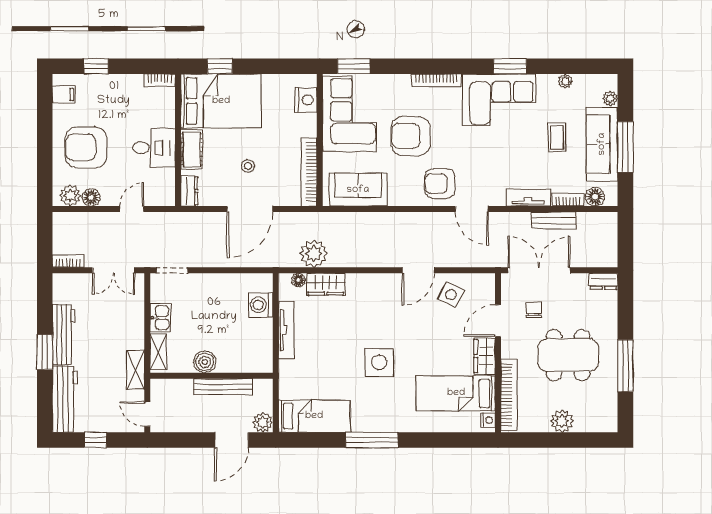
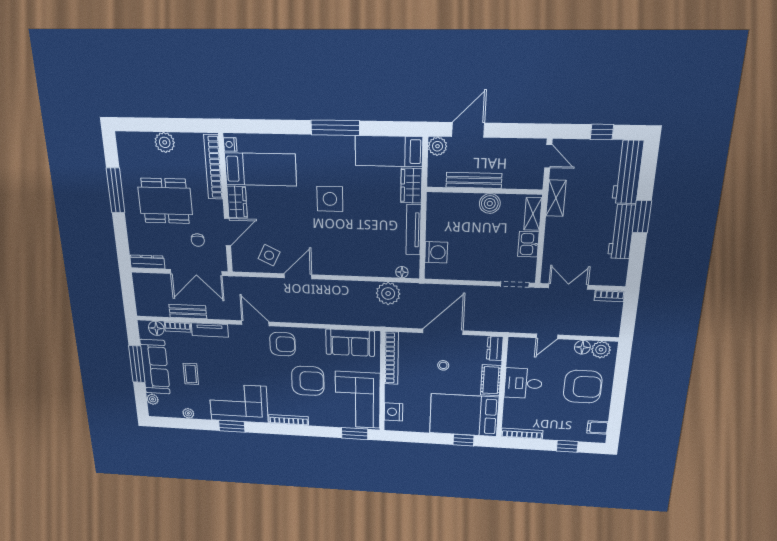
bookcase: (159, 80) -> (522, 434), width x1.56
dresser: (603, 281) -> (147, 262), width x1.44
wardrobe: (326, 284) -> (411, 186), moved, turned -90

